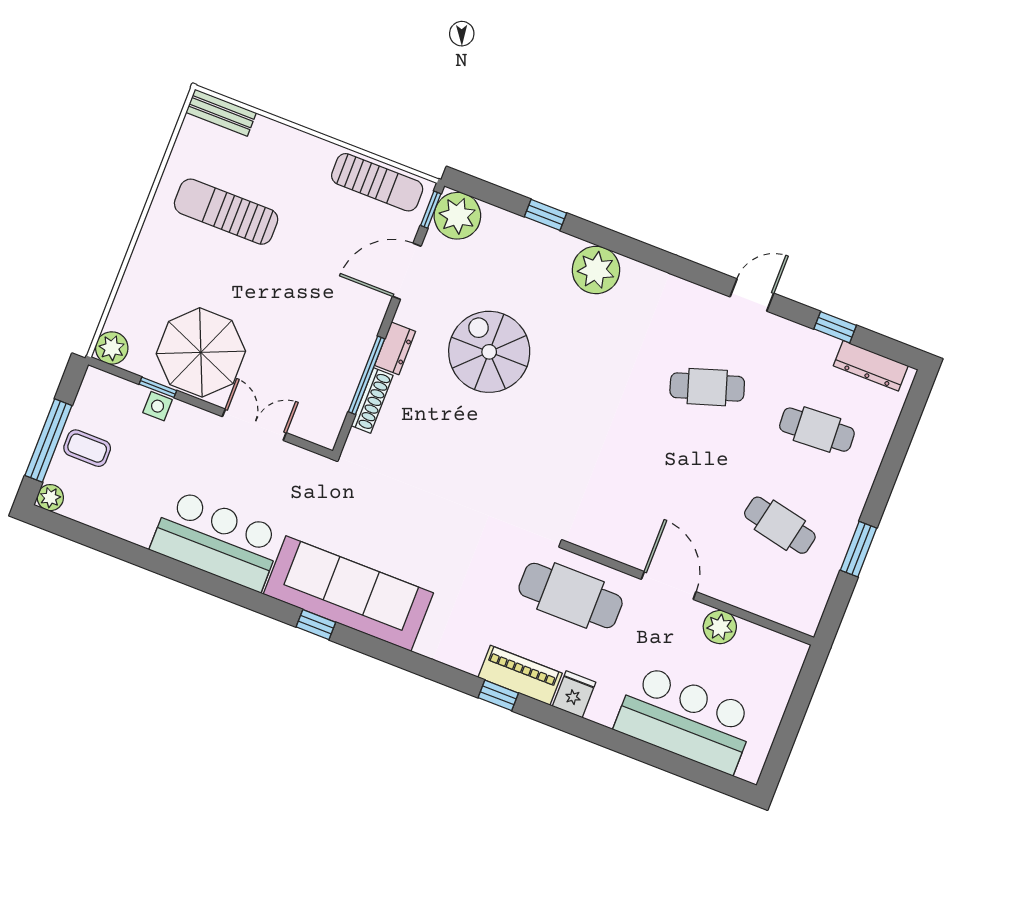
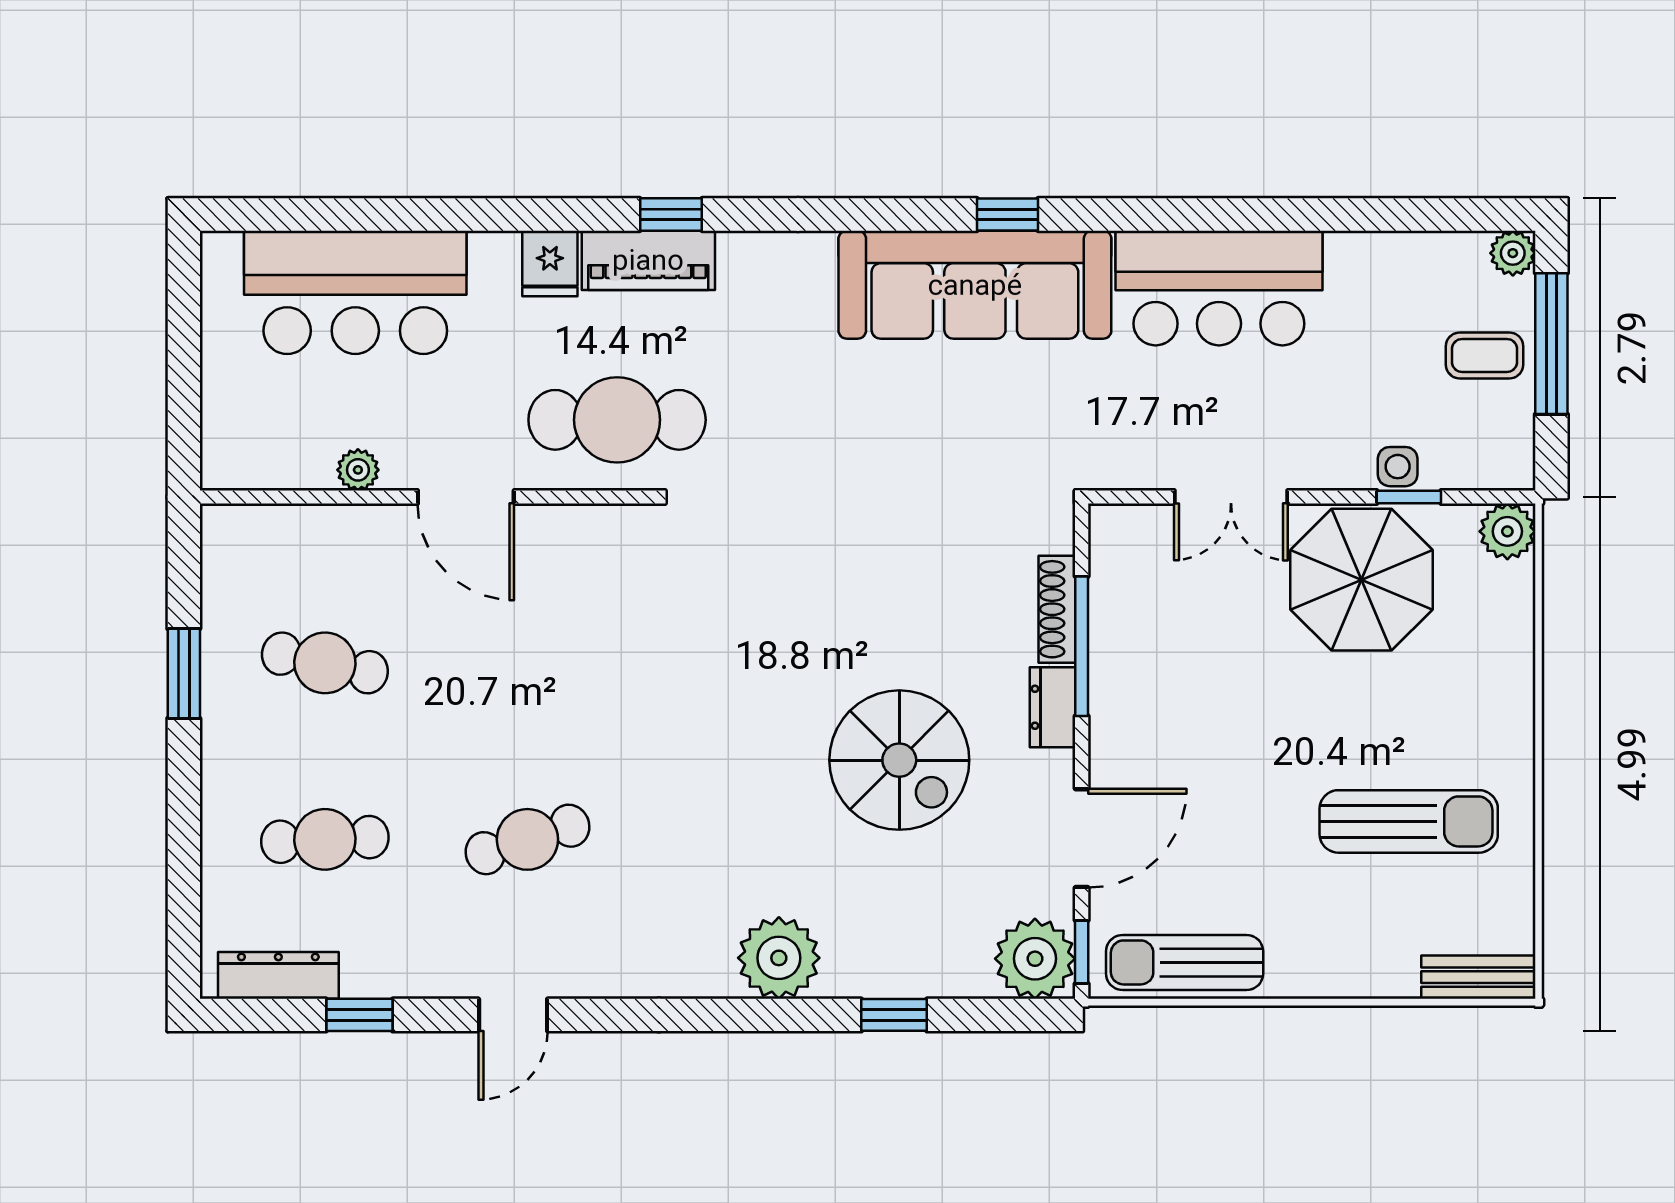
plant: (720, 627) -> (358, 470), width x0.73, depth x0.73

